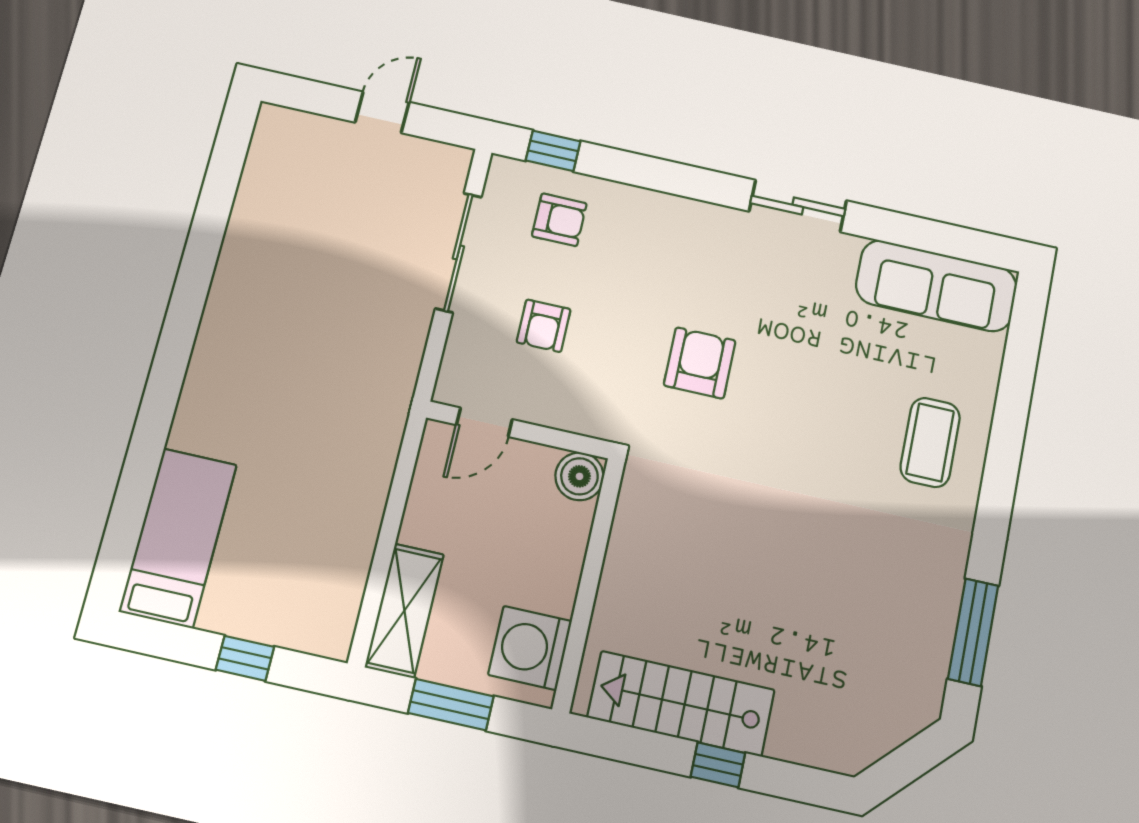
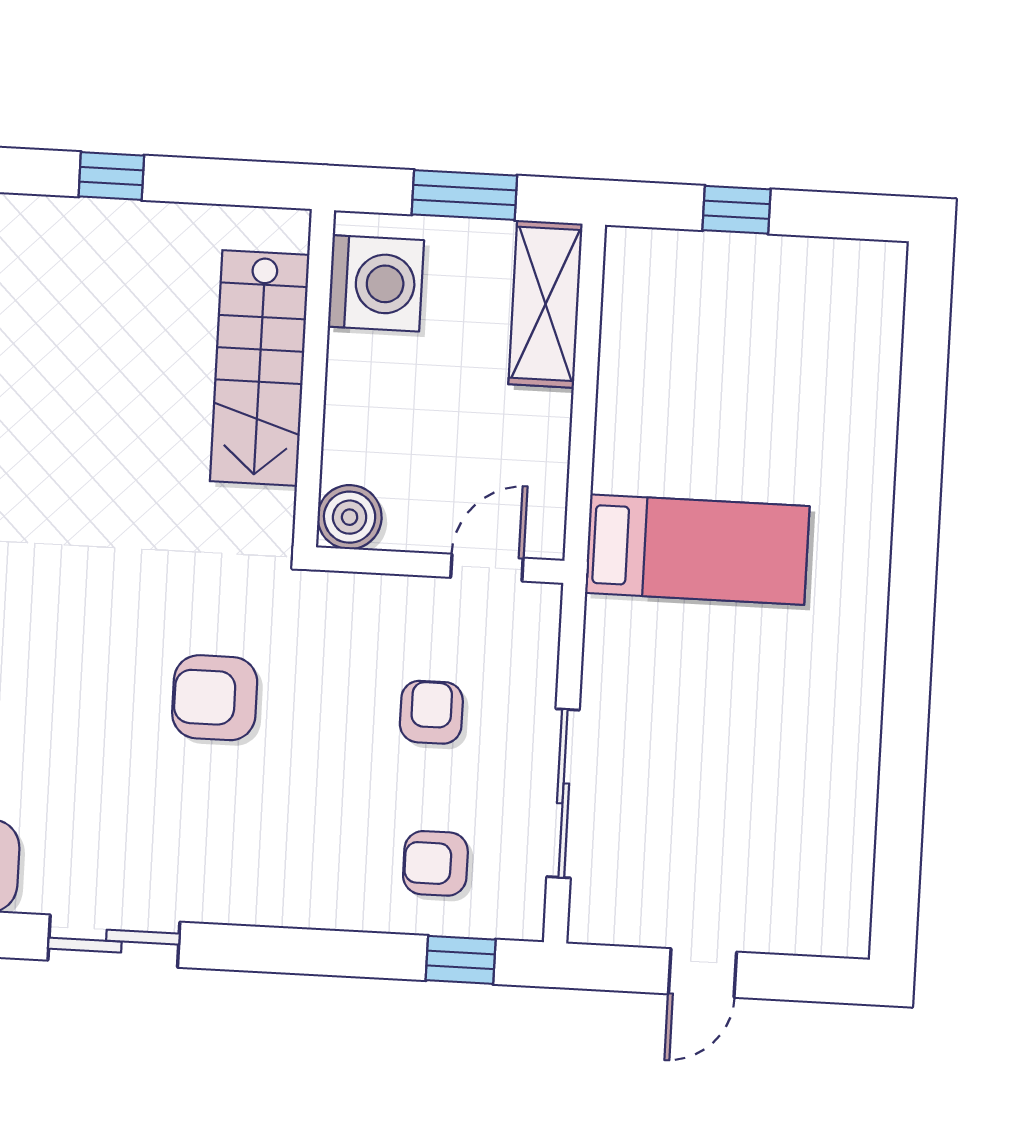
armchair: (700, 363) -> (215, 698), turned 90
bed: (178, 538) -> (697, 550), moved, turned -90
stairs: (681, 704) -> (260, 368), moved, turned 90

